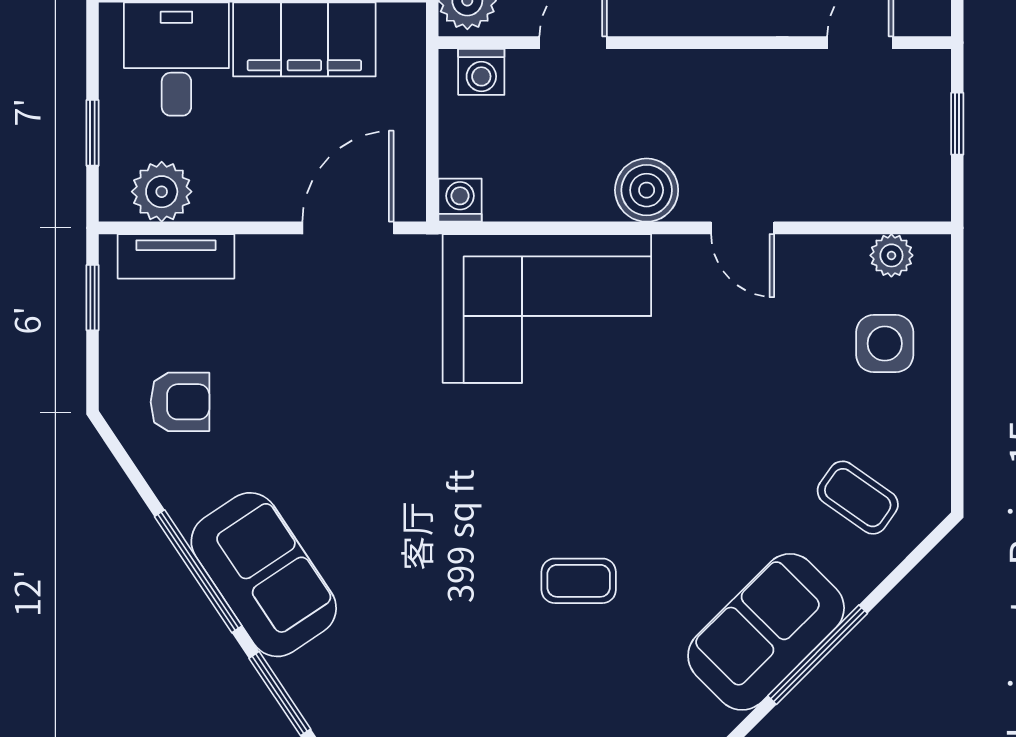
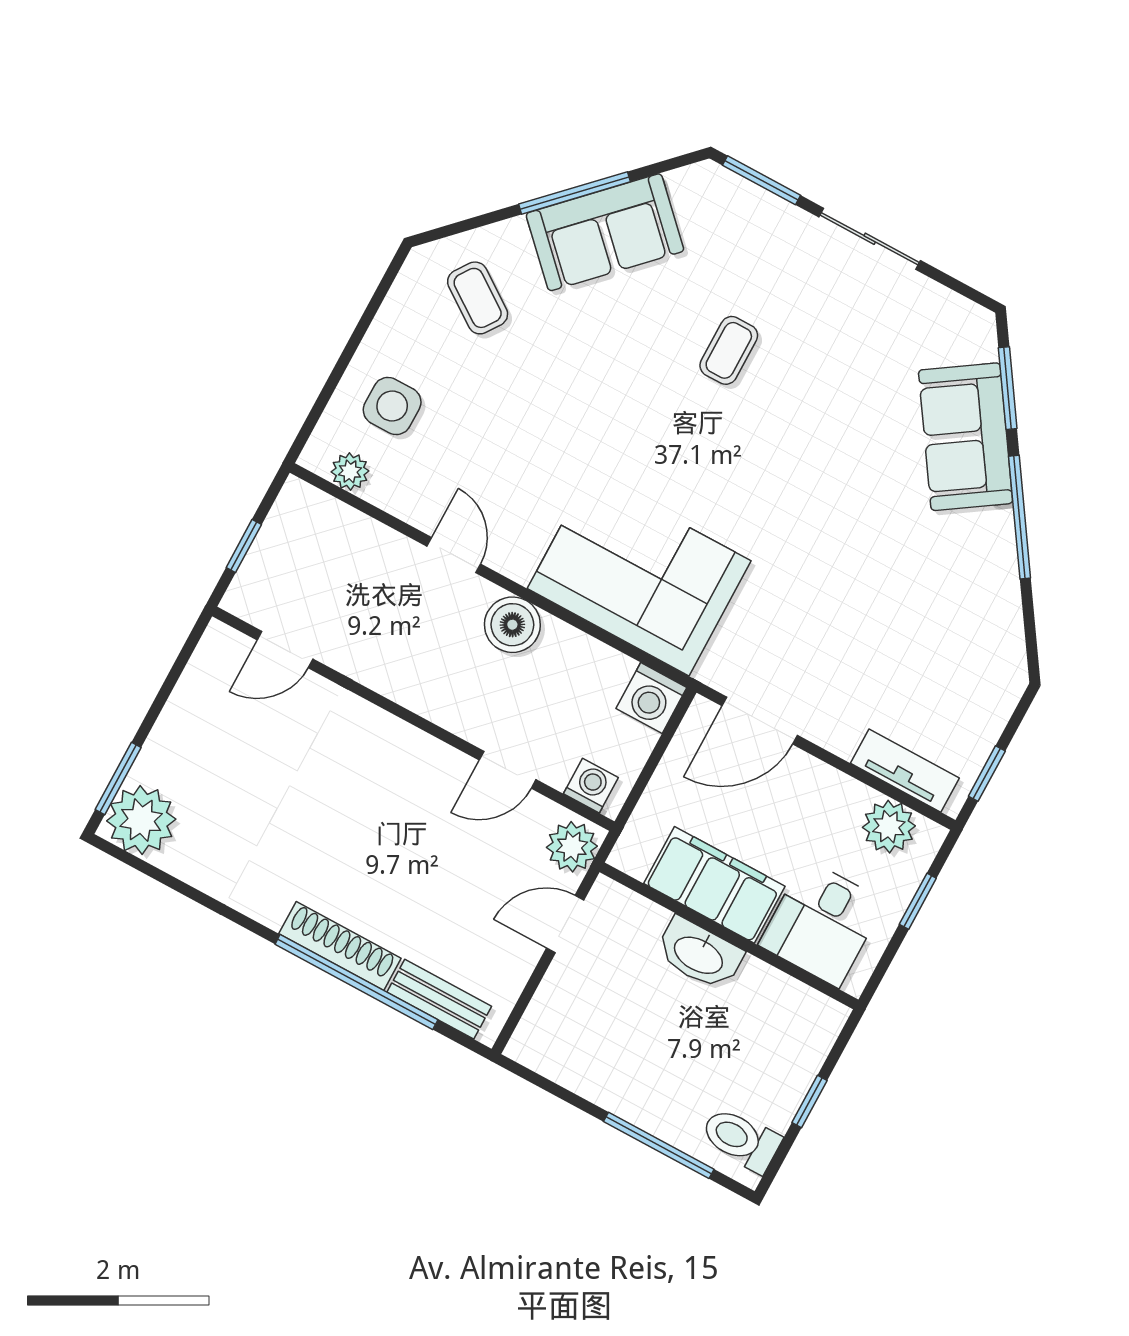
washing machine: (460, 200) -> (651, 698), width x1.38, depth x1.38
armchair: (180, 402) -> (963, 656), removed
sofa: (264, 575) -> (966, 437), moved
coffee table: (579, 581) -> (729, 350), turned 90

